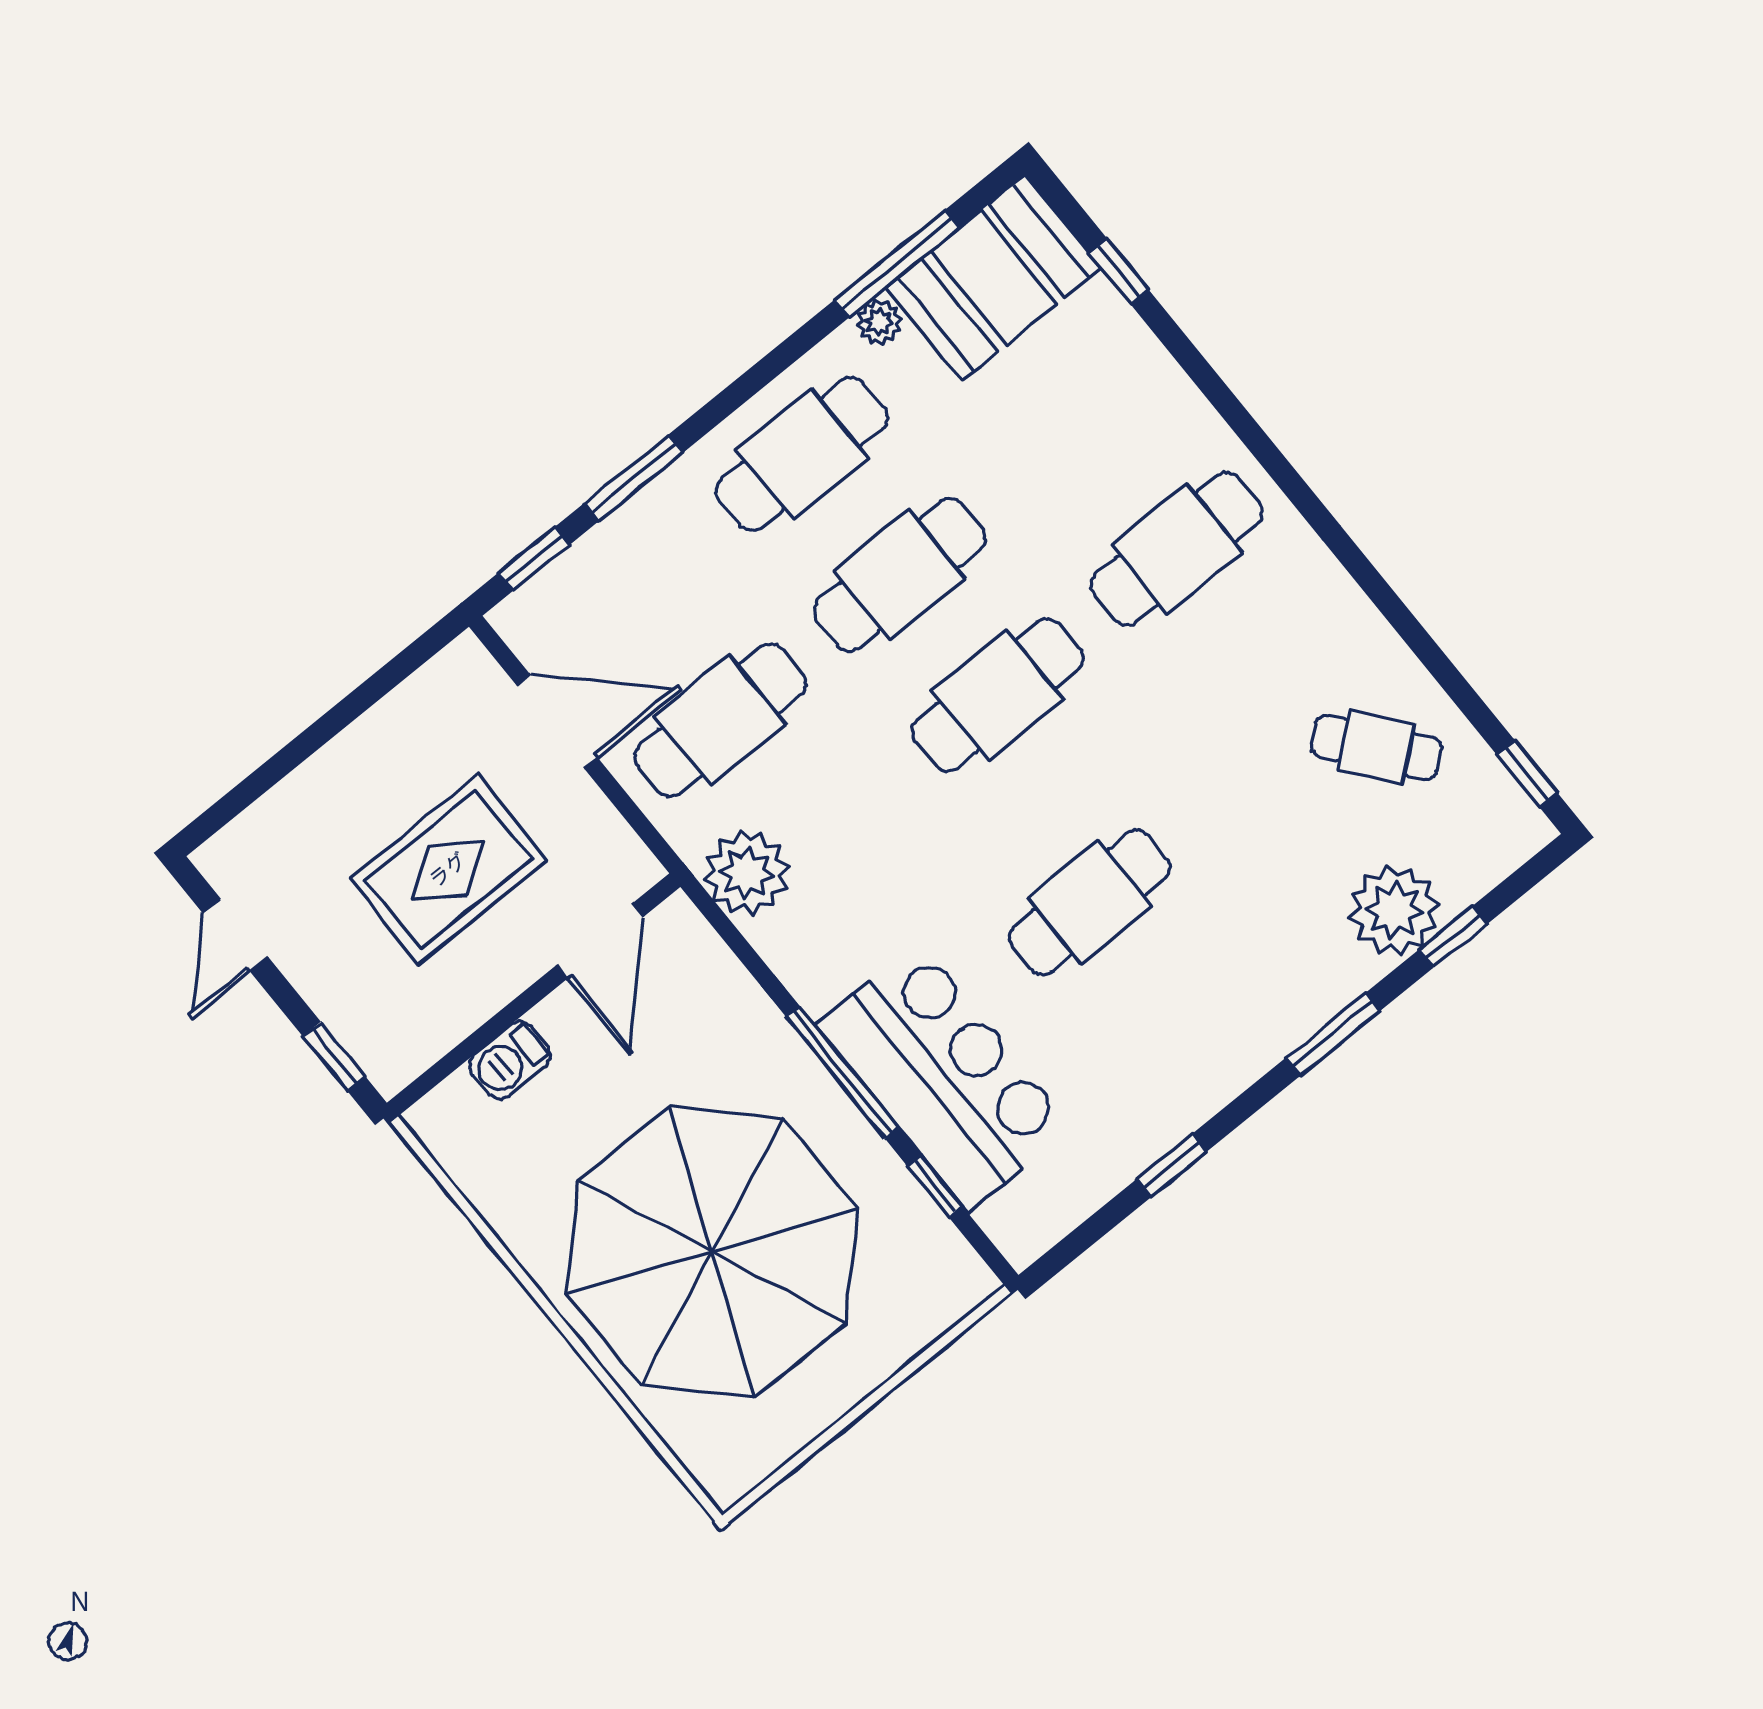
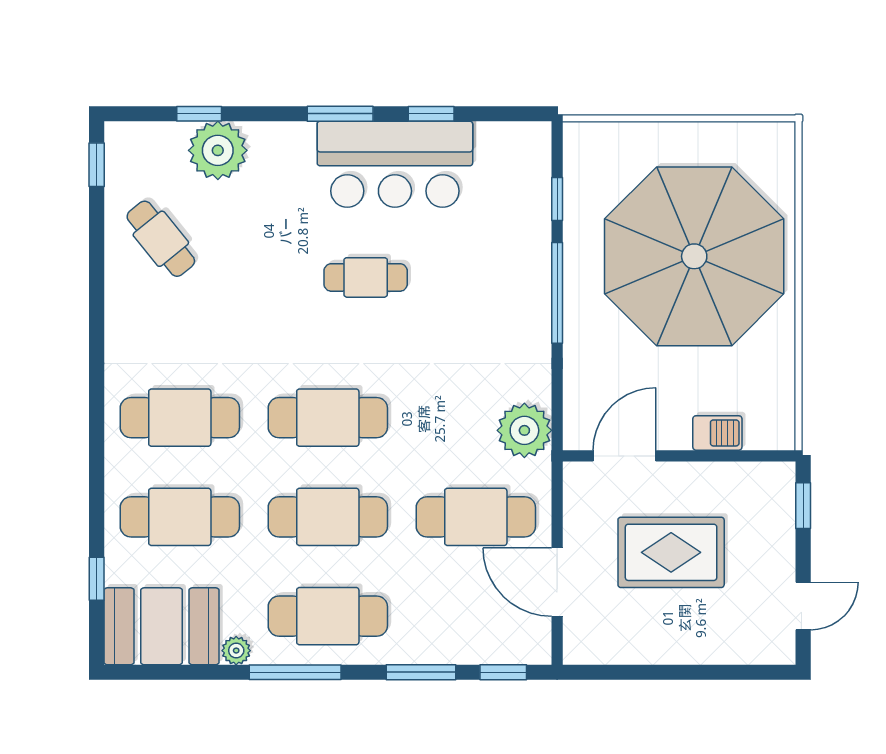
window: (897, 264) -> (295, 672), moved
cafe table: (1079, 429) -> (180, 517), added
cafe table: (1090, 902) -> (366, 277), width x0.73, depth x0.74
window: (1333, 1034) -> (340, 114), moved
bar counter: (944, 1076) -> (395, 164), moved, turned -90

